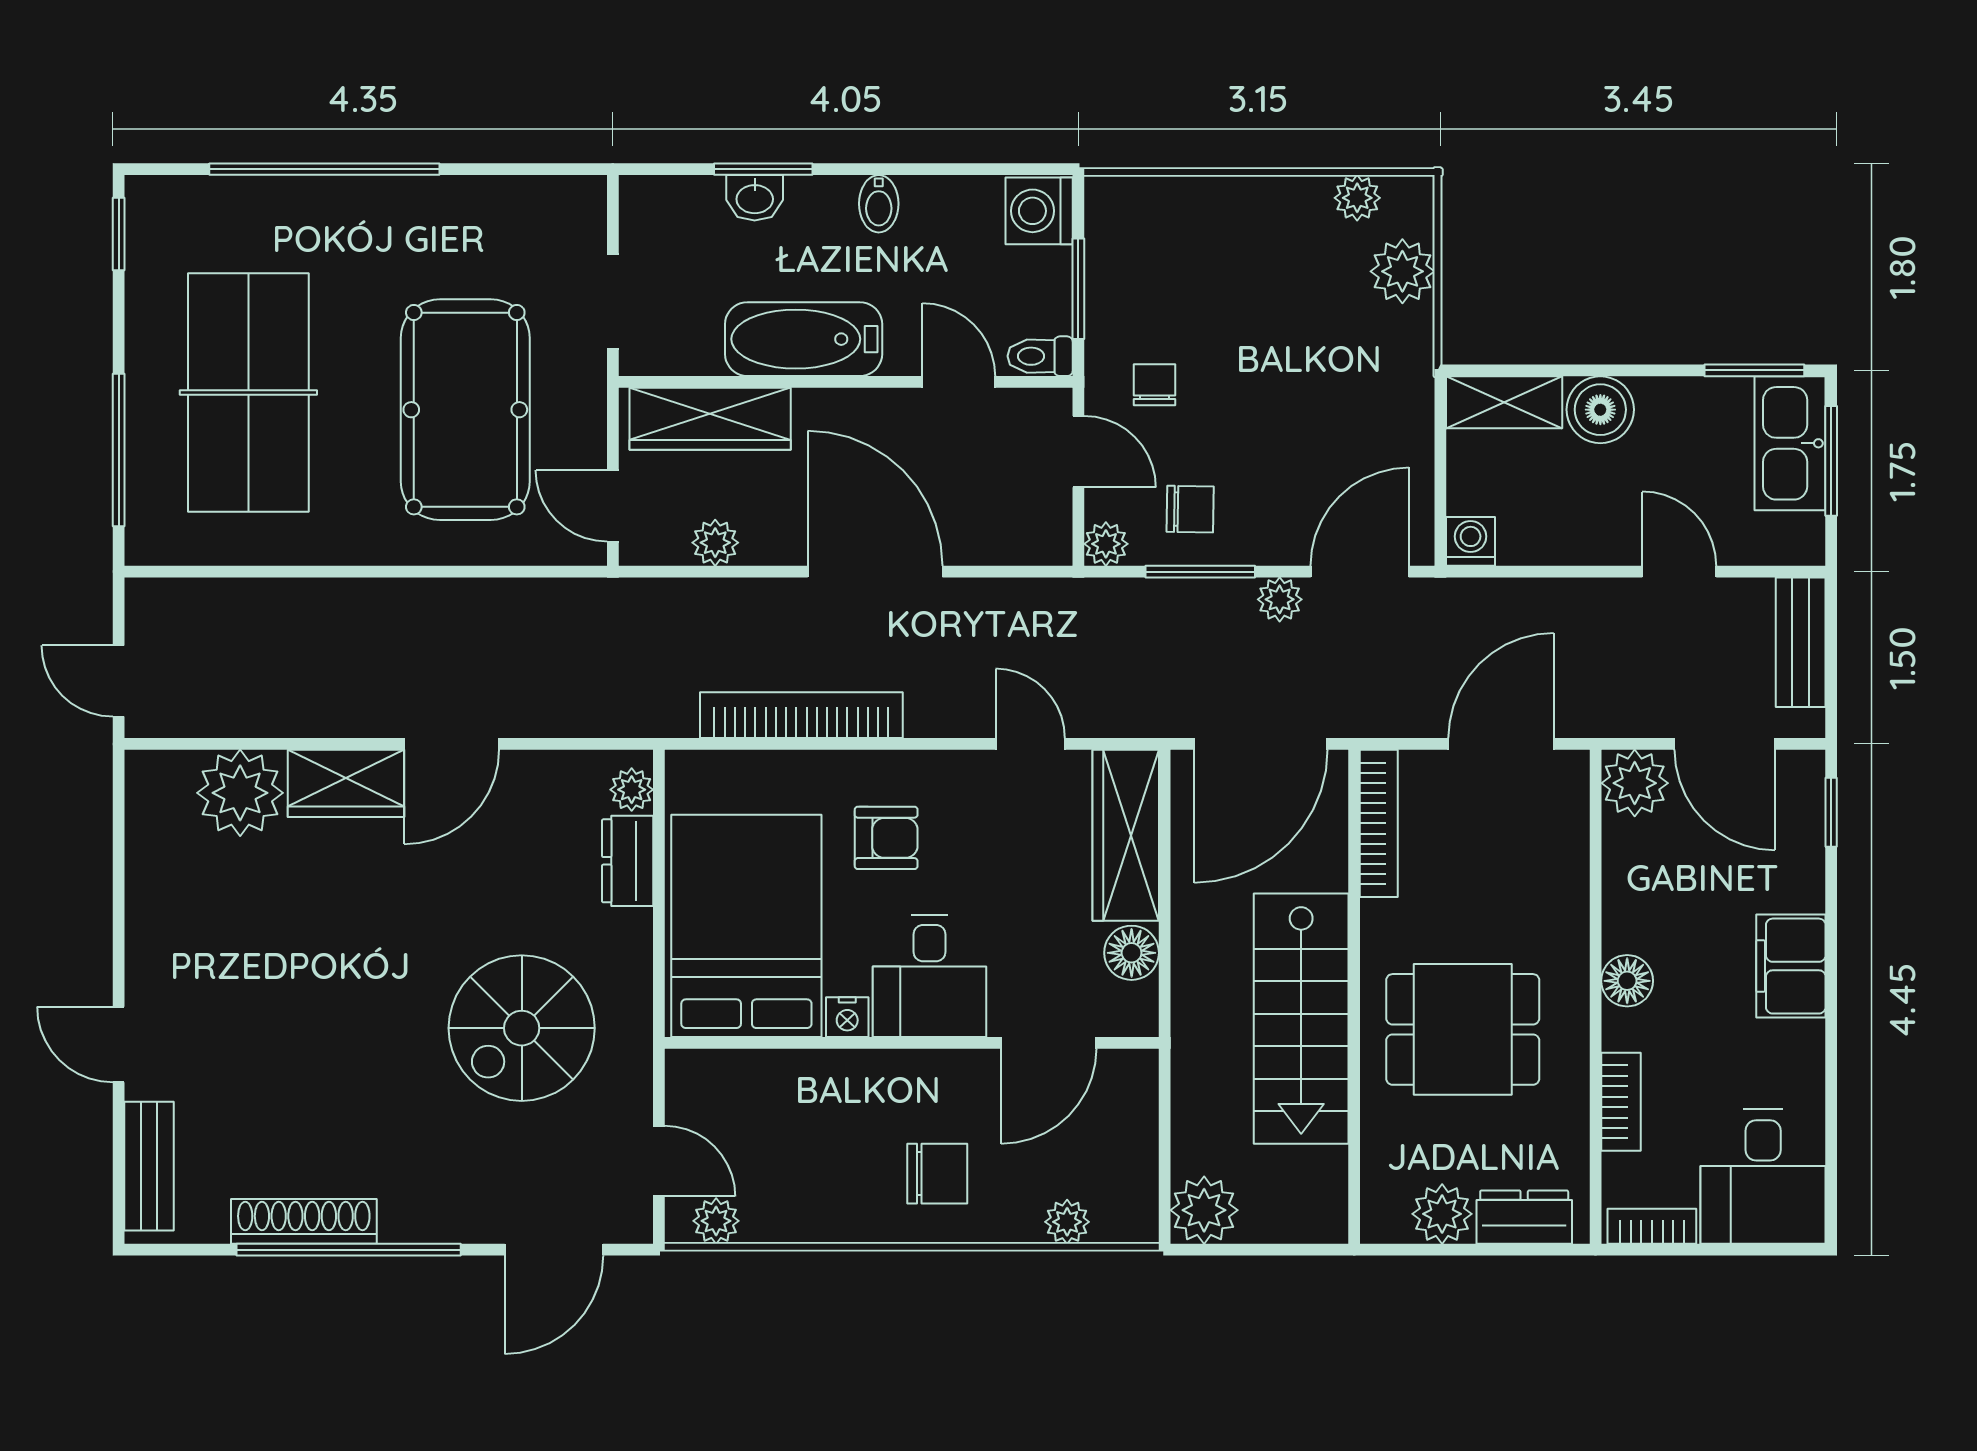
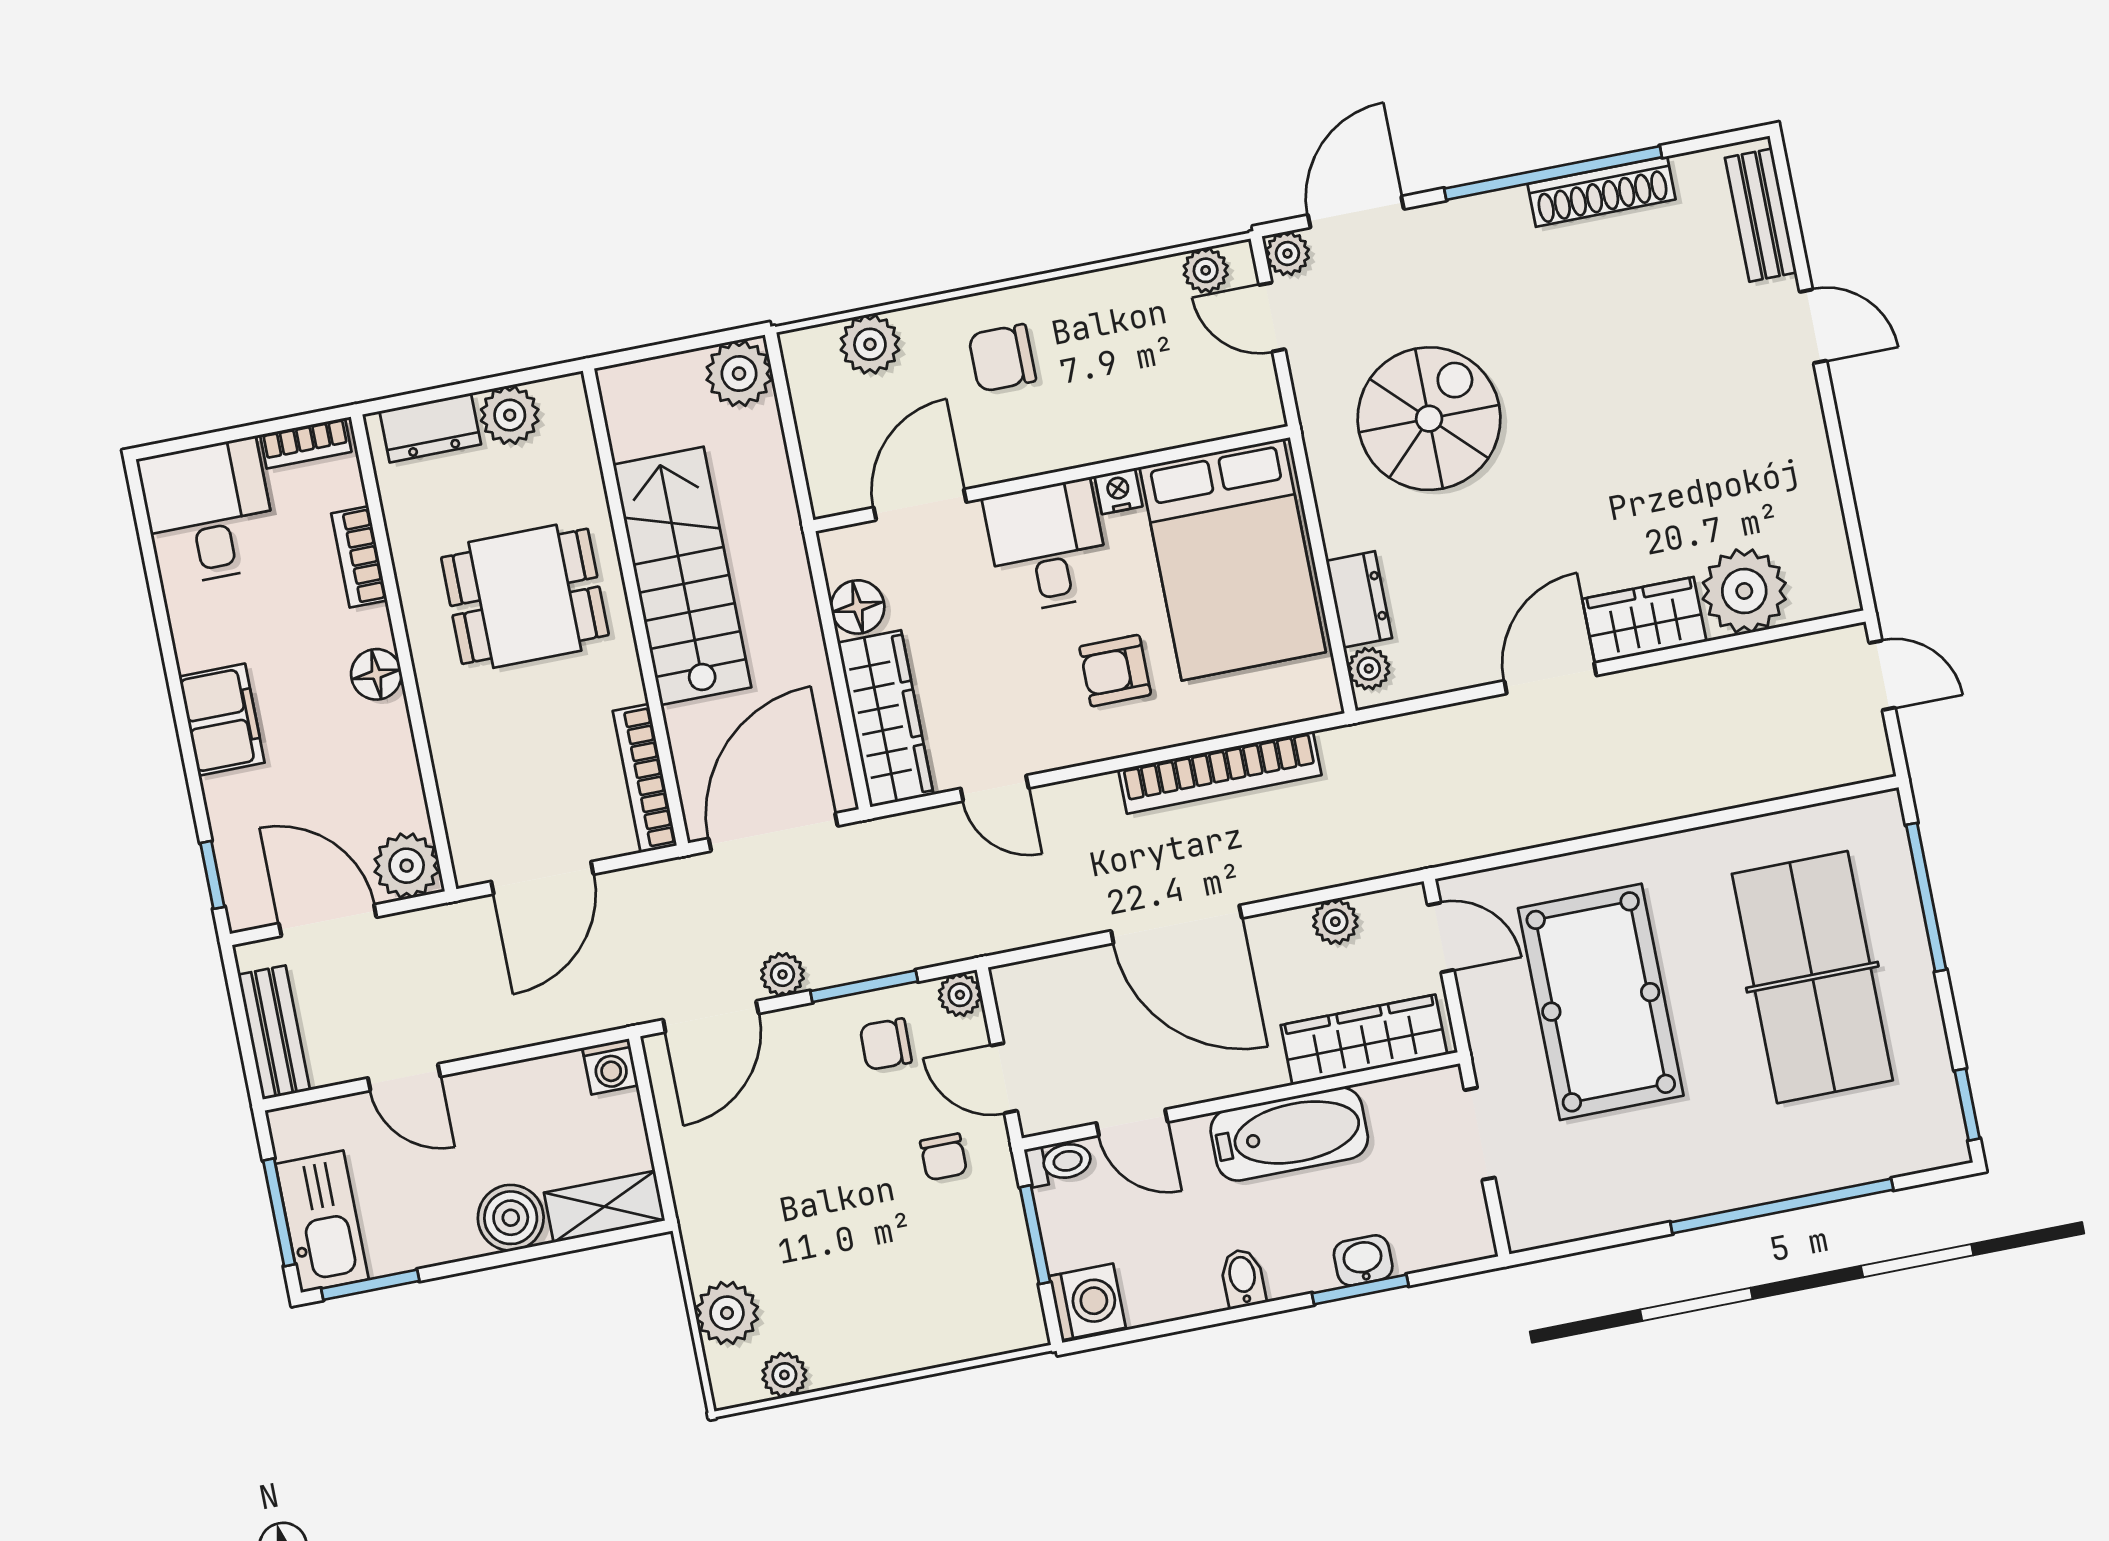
plant: (631, 1222) -> (1287, 253), added
plant: (1067, 1222) -> (870, 344), width x1.38, depth x1.38

